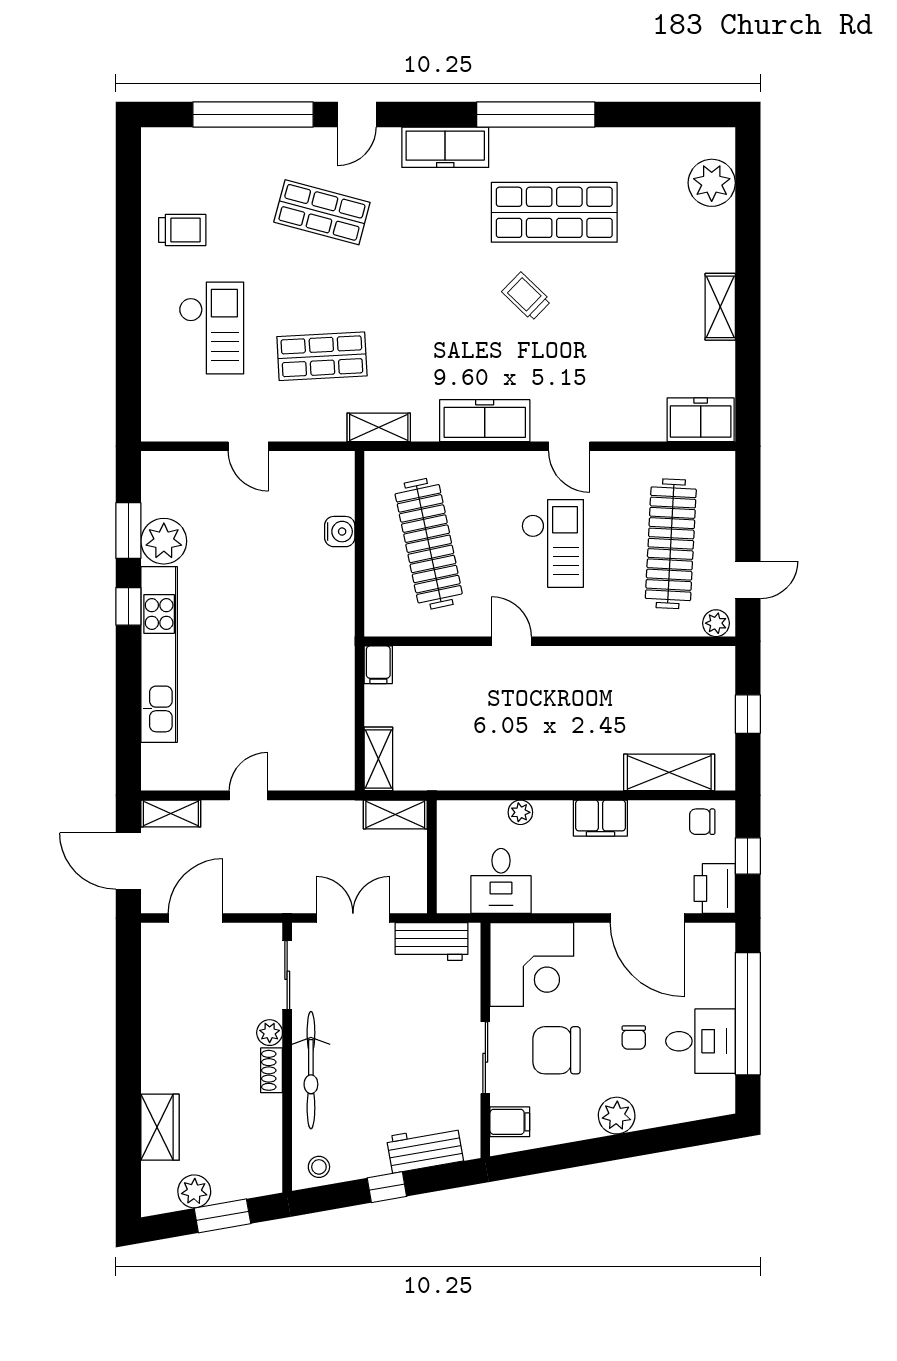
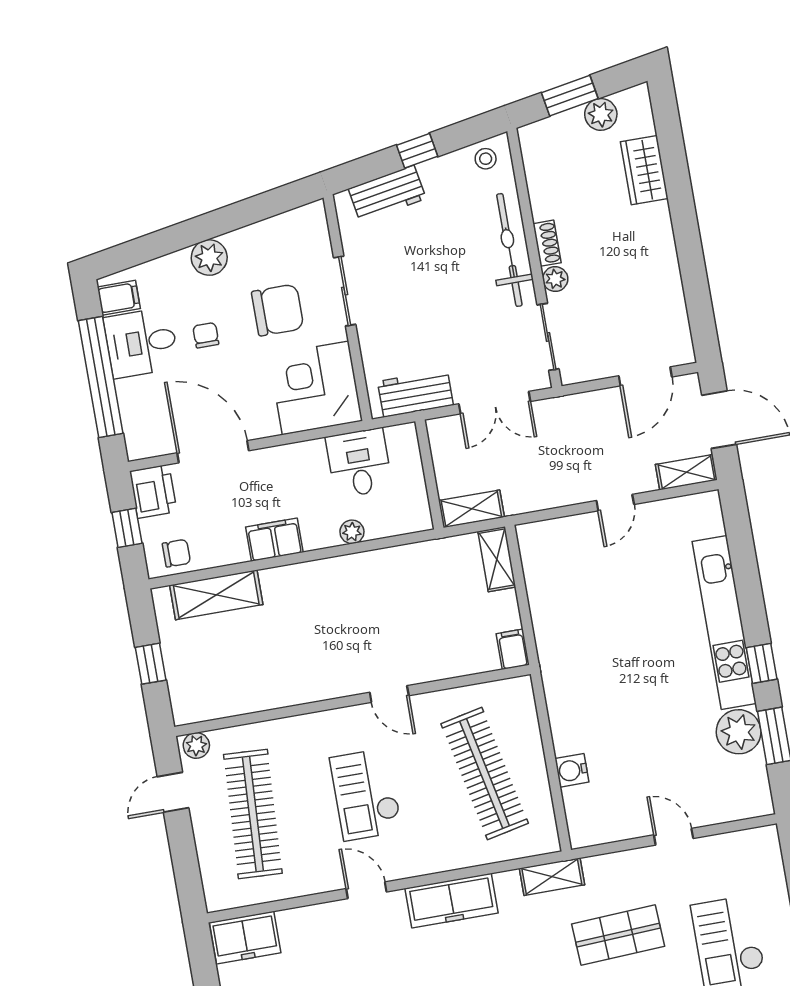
filing cabinet: (510, 1122) -> (119, 298), moved, turned 180

